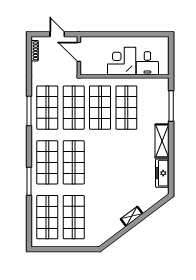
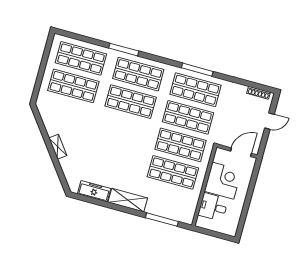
door: (79, 52) -> (241, 152), moved
wall: (79, 56) -> (237, 151), moved

